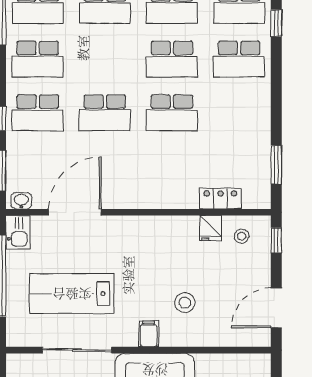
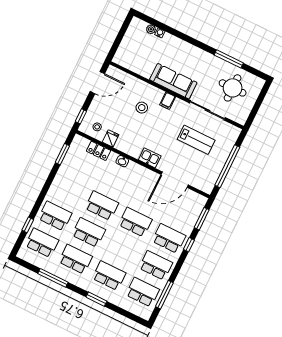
washbasin: (21, 201) -> (122, 161), moved
kitchen sink: (18, 232) -> (150, 158), moved, turned 90
lab bench: (72, 294) -> (196, 140), width x0.73, depth x0.72

